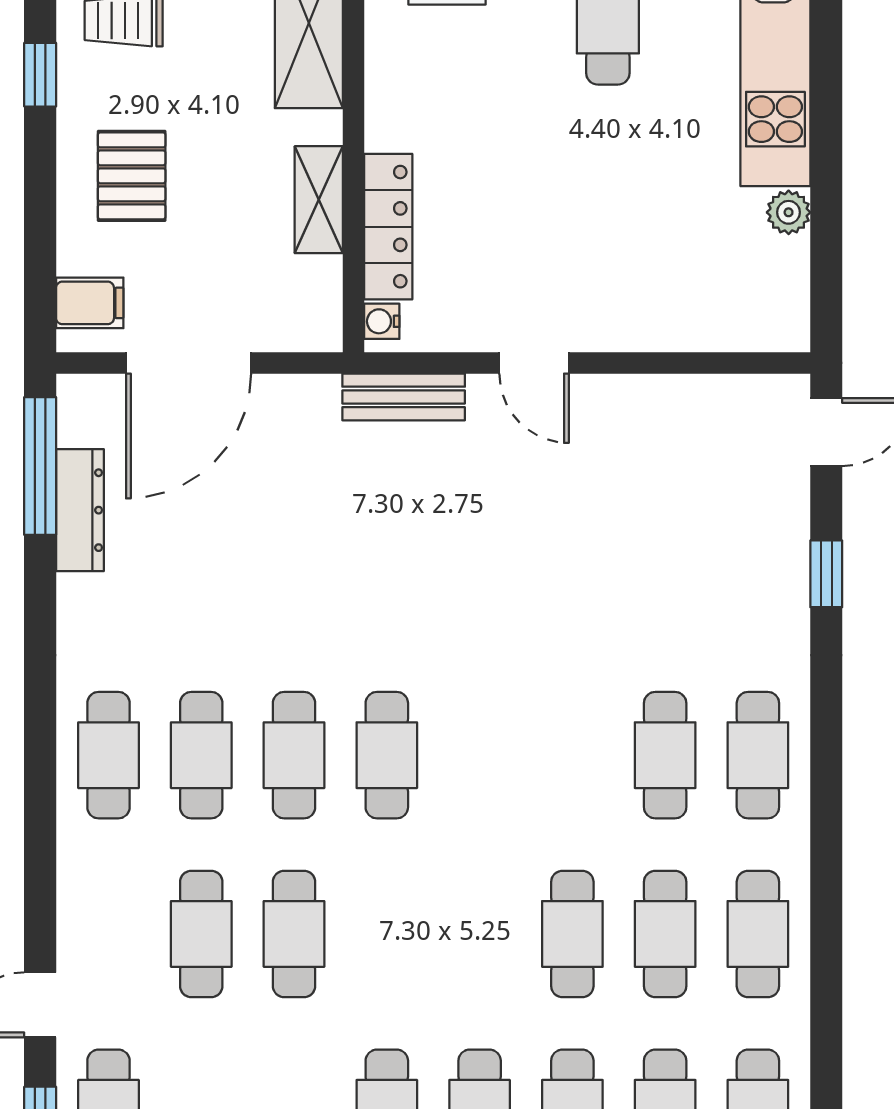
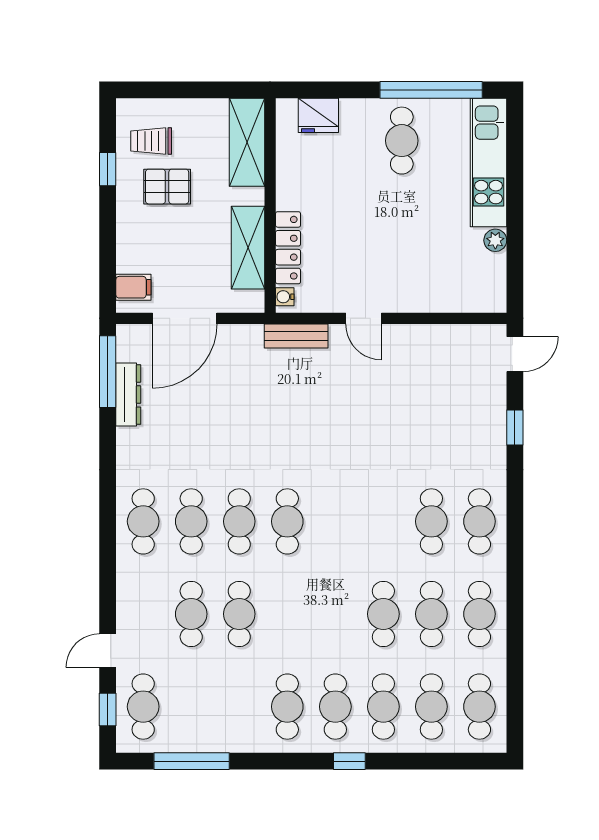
pallet: (132, 176) -> (167, 187), moved, turned 90
shelving: (319, 200) -> (248, 248), width x1.50, depth x1.33

